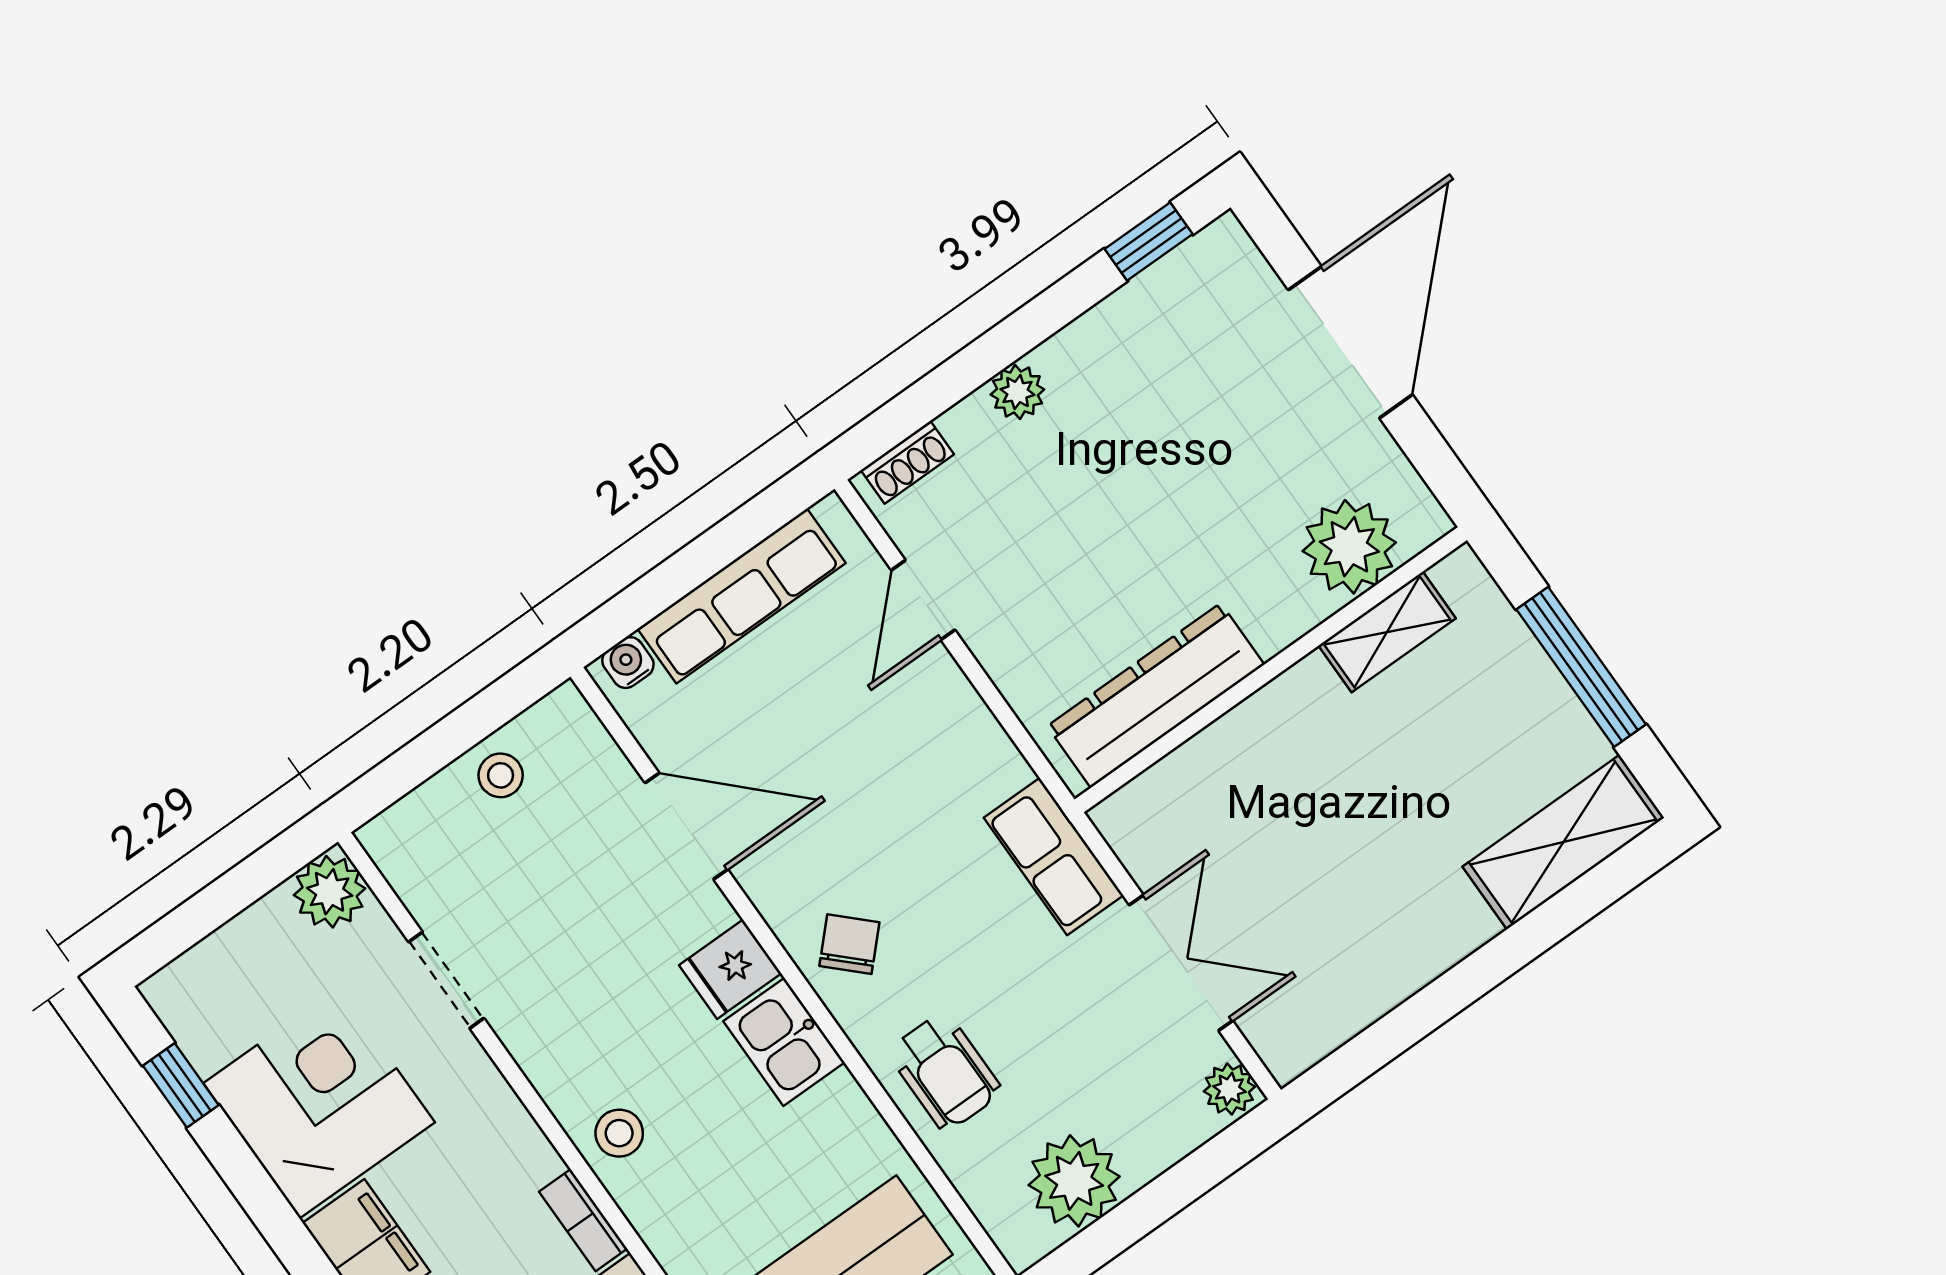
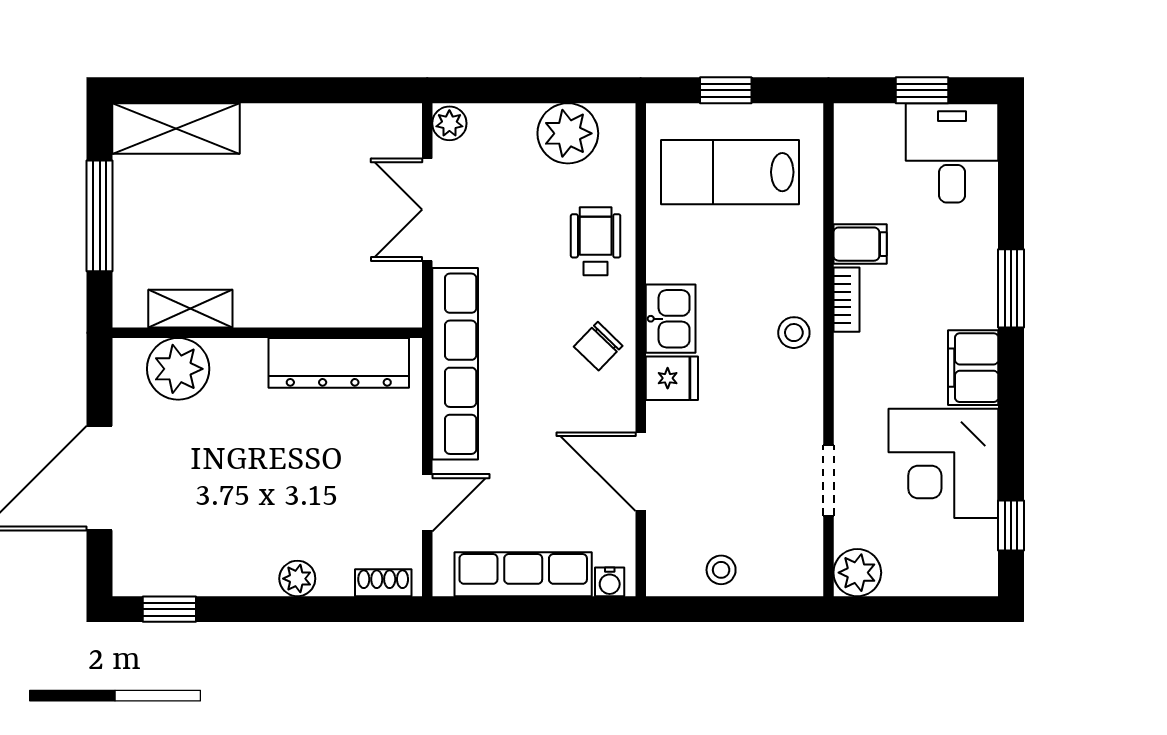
row of seats: (1054, 856) -> (455, 364), width x2.02

